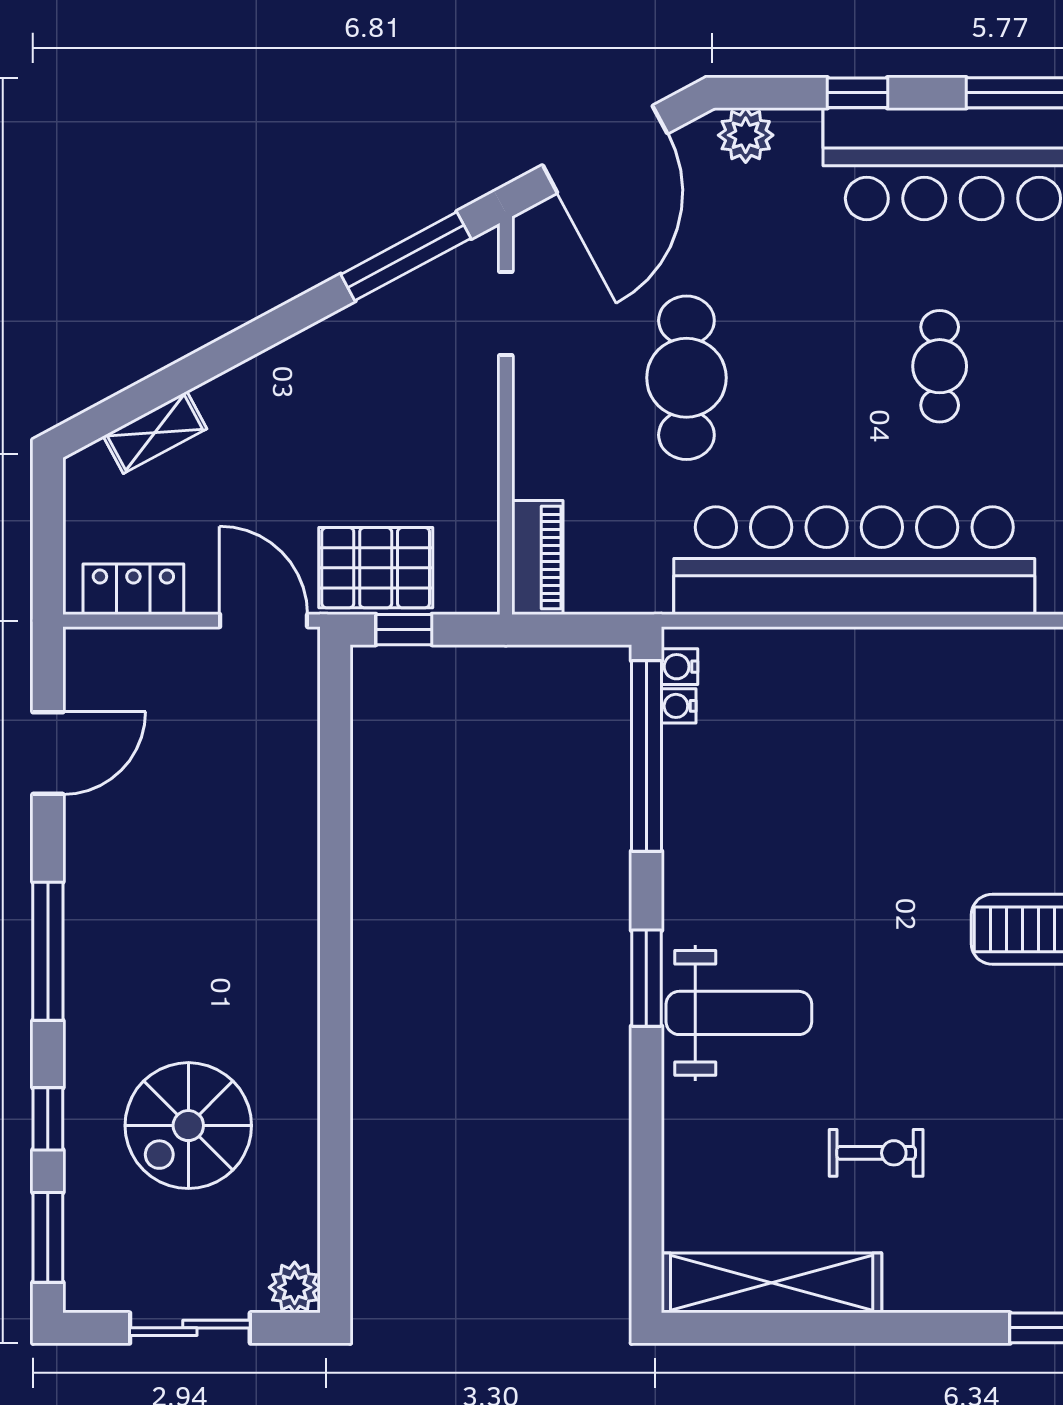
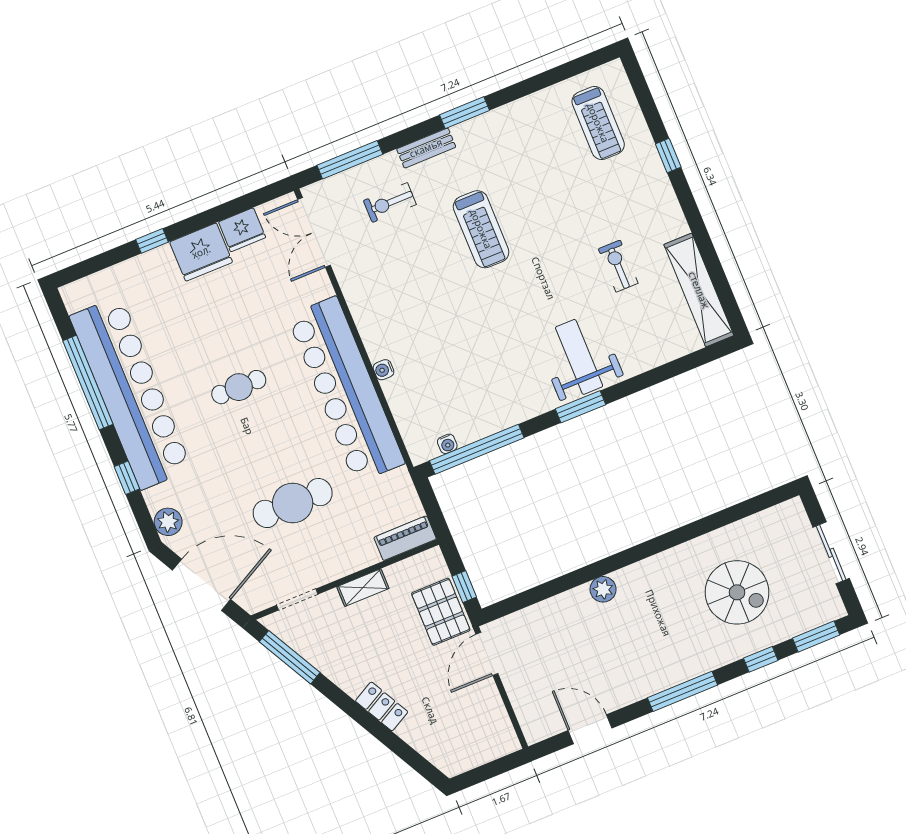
shelving: (155, 432) -> (363, 588), moved, turned -62
locker: (133, 589) -> (382, 706), moved, turned 152
water cooler: (680, 667) -> (383, 370), moved, turned 90
plant: (295, 1287) -> (603, 589), moved

